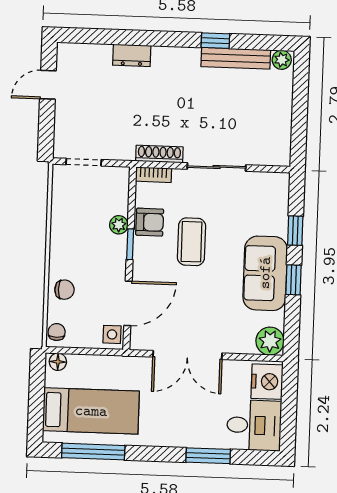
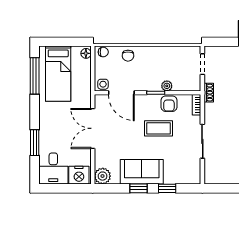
shoe rack: (159, 154) -> (209, 93), moved, width x0.70

